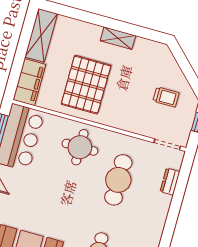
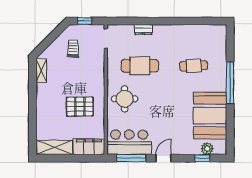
shelving: (118, 38) -> (41, 70), moved
pallet: (86, 85) -> (80, 107), width x0.73, depth x0.71
dresser: (170, 182) -> (143, 30), moved

